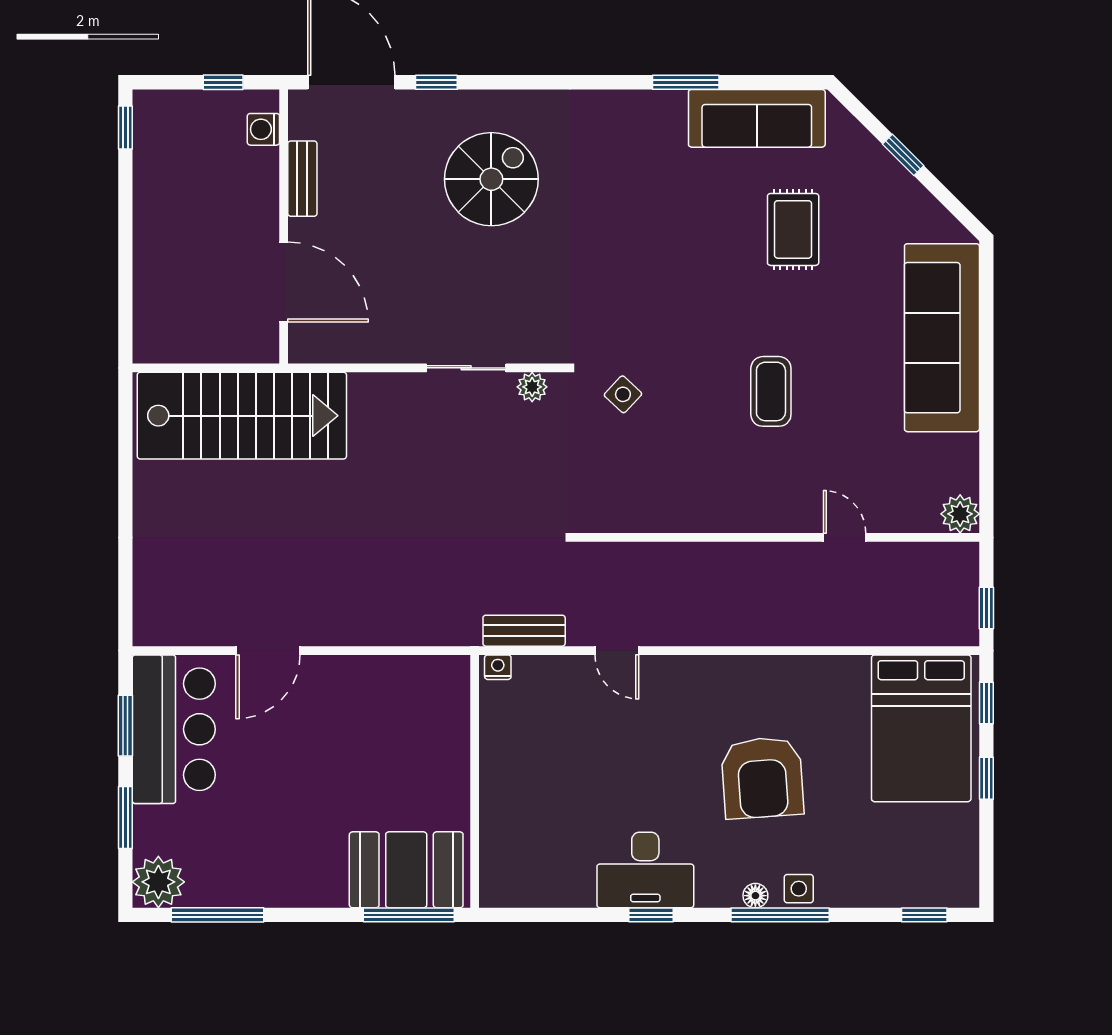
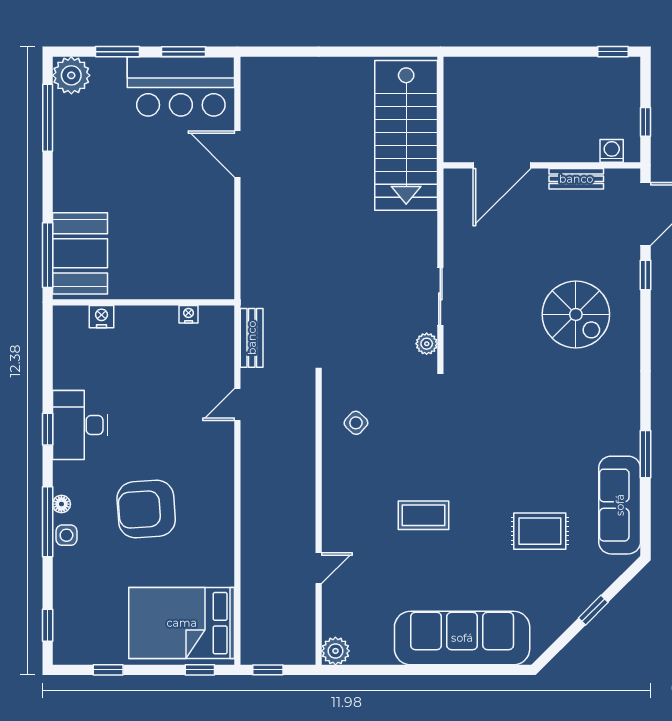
side table: (623, 394) -> (356, 423), moved
nightstand: (498, 667) -> (189, 314), moved, turned -90
window: (986, 778) -> (108, 670), moved
nightstand: (494, 840) -> (102, 317), added

